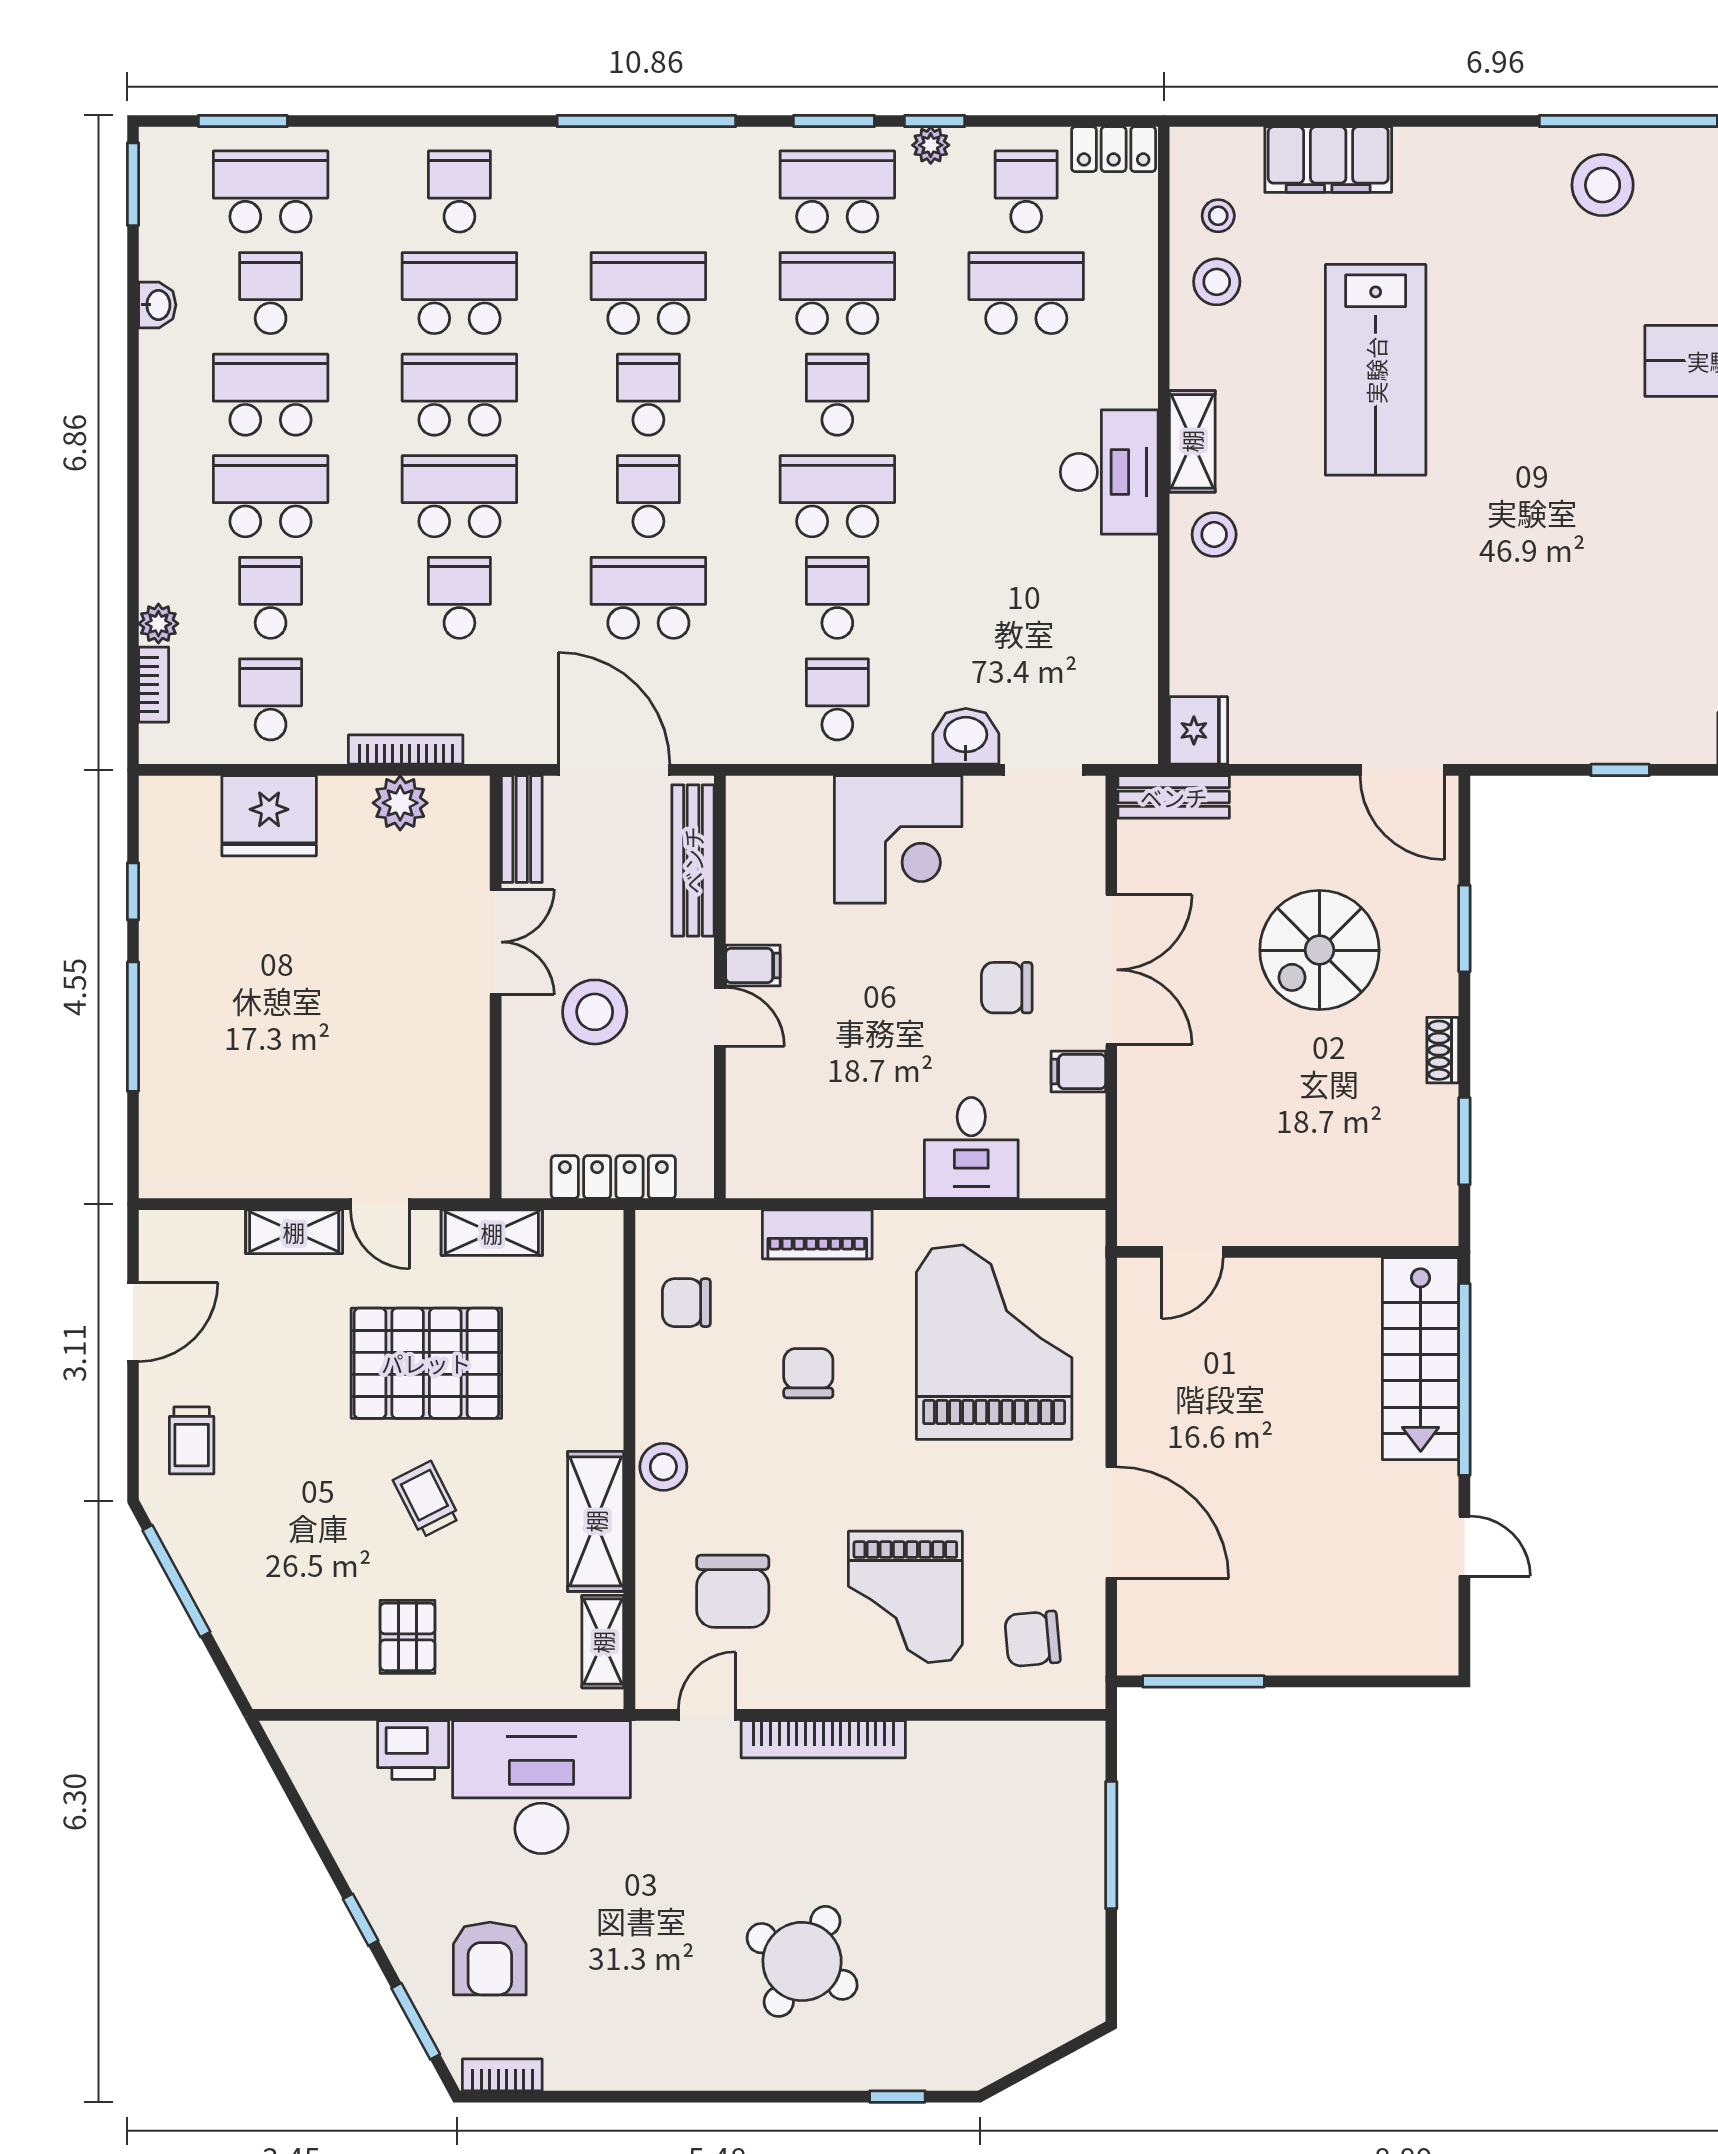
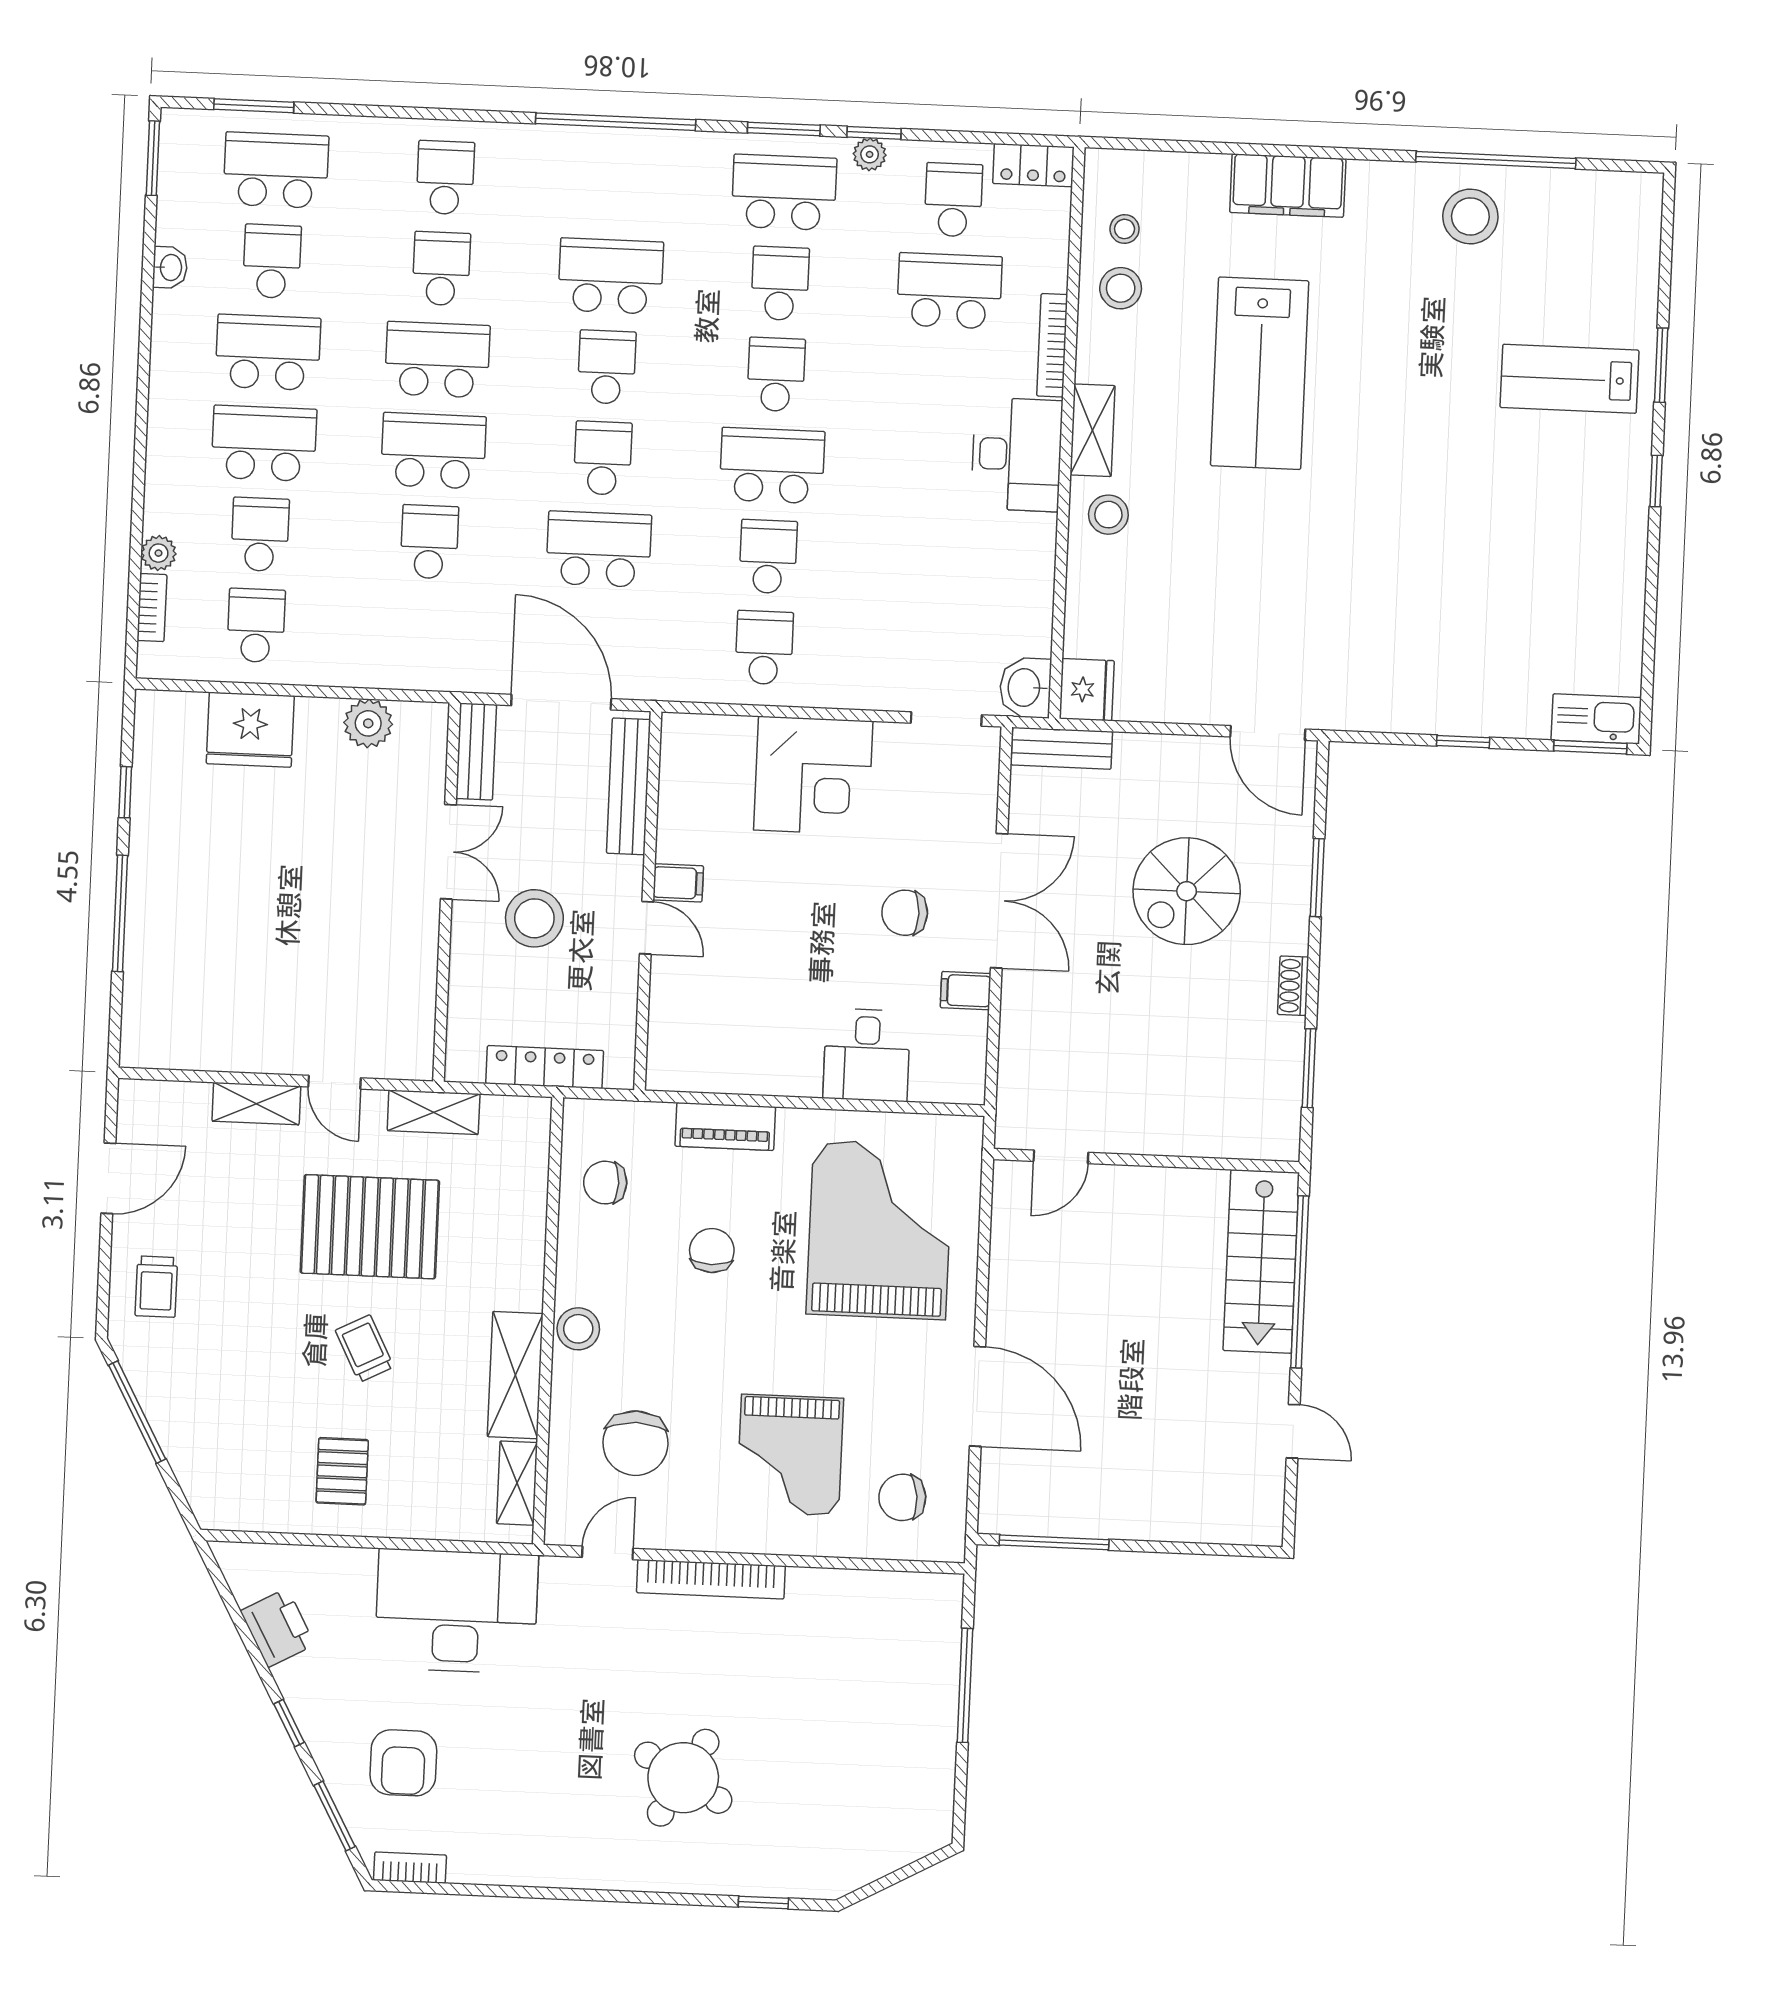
filing cabinet: (1328, 160) -> (1288, 186), moved
school desk: (459, 293) -> (441, 269), width x0.54
school desk: (837, 293) -> (780, 283), width x0.54
washbasin: (966, 736) -> (1025, 688), moved, turned -90
bookcase: (406, 750) -> (1052, 345), moved, turned -90
printer: (413, 1750) -> (278, 1628), moved, turned -119

